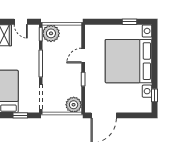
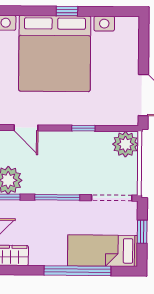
door: (83, 56) -> (26, 128), moved
window: (154, 95) -> (67, 11), moved

